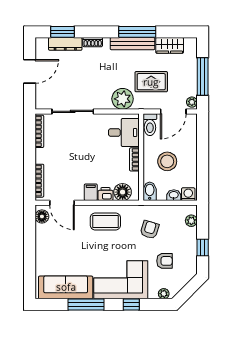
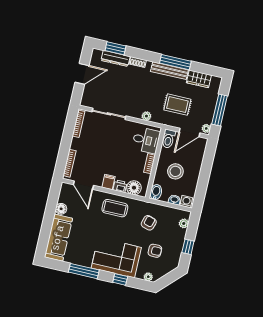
plant: (123, 99) -> (146, 116), width x0.53, depth x0.53
floor lamp: (42, 216) -> (61, 209), moved
sofa: (66, 287) -> (58, 238), moved, turned 90

